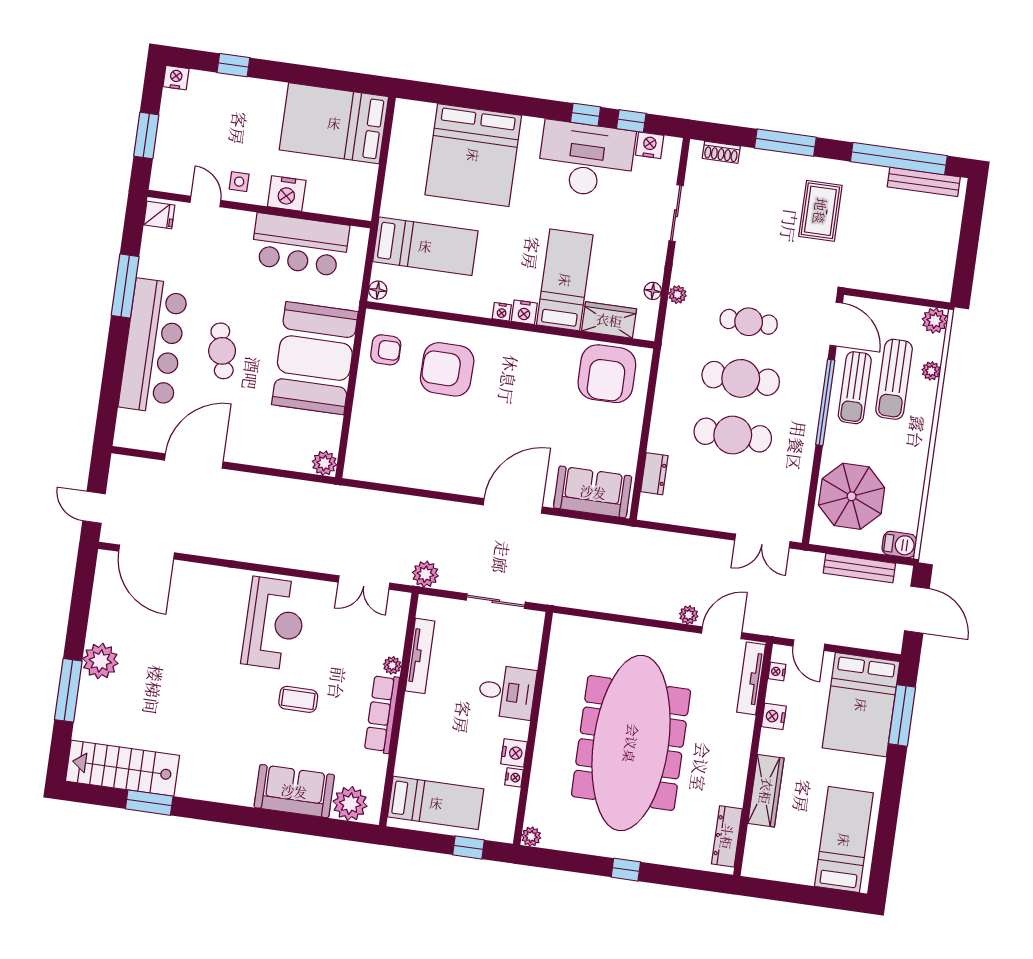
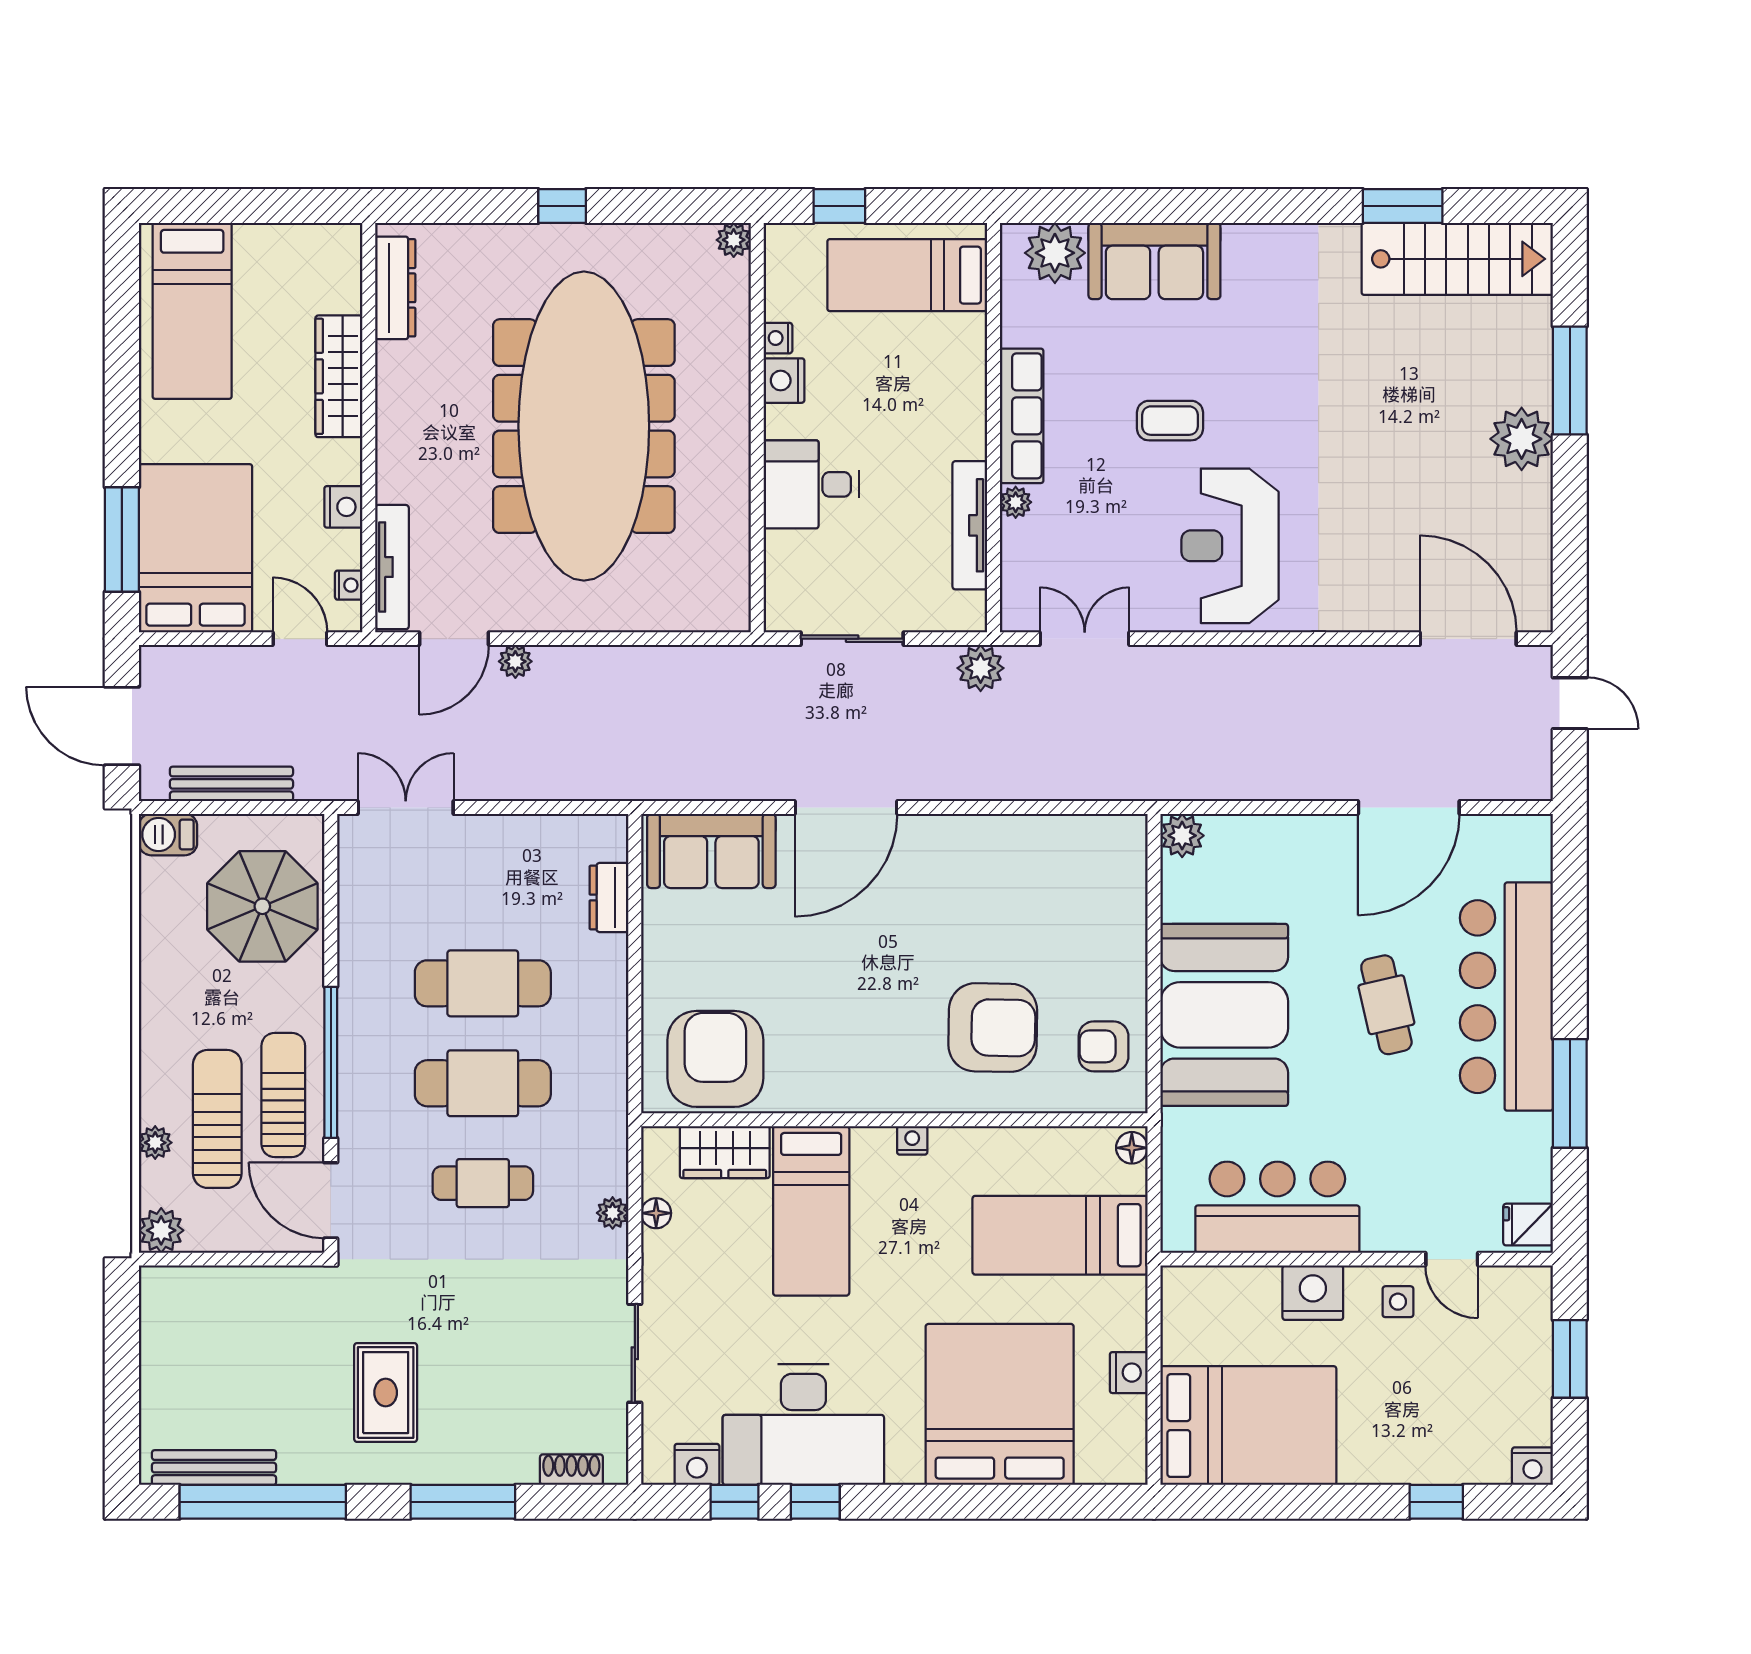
nightstand: (524, 312) -> (1129, 1373), moved, turned 90

